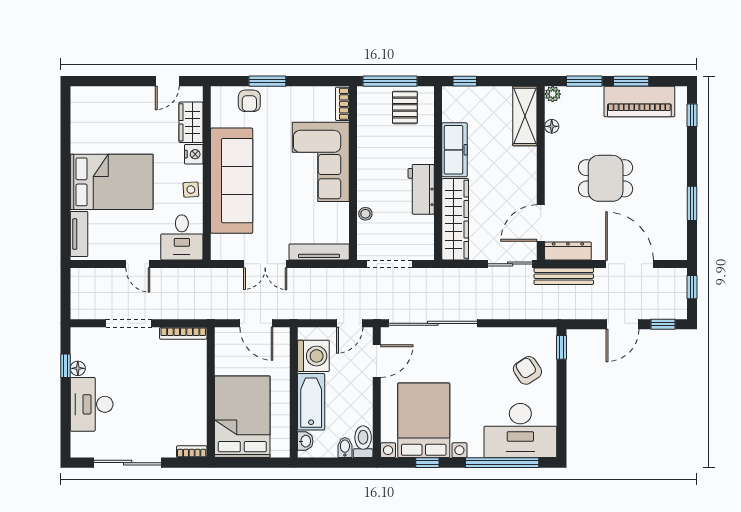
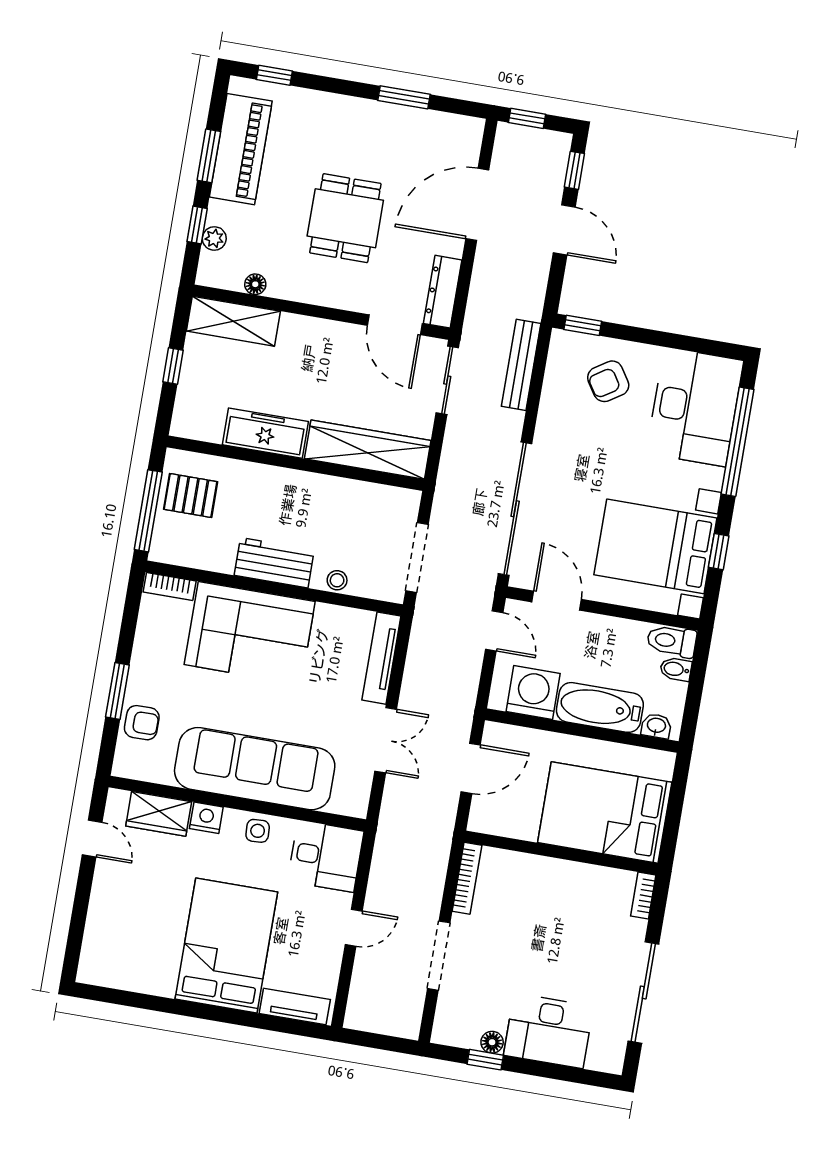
window: (465, 81) -> (173, 366), moved
window: (584, 81) -> (197, 225), width x0.67
plant: (553, 94) -> (214, 238), moved
workbench: (421, 189) -> (274, 563), moved, turned 180
bench: (564, 276) -> (521, 365), moved

